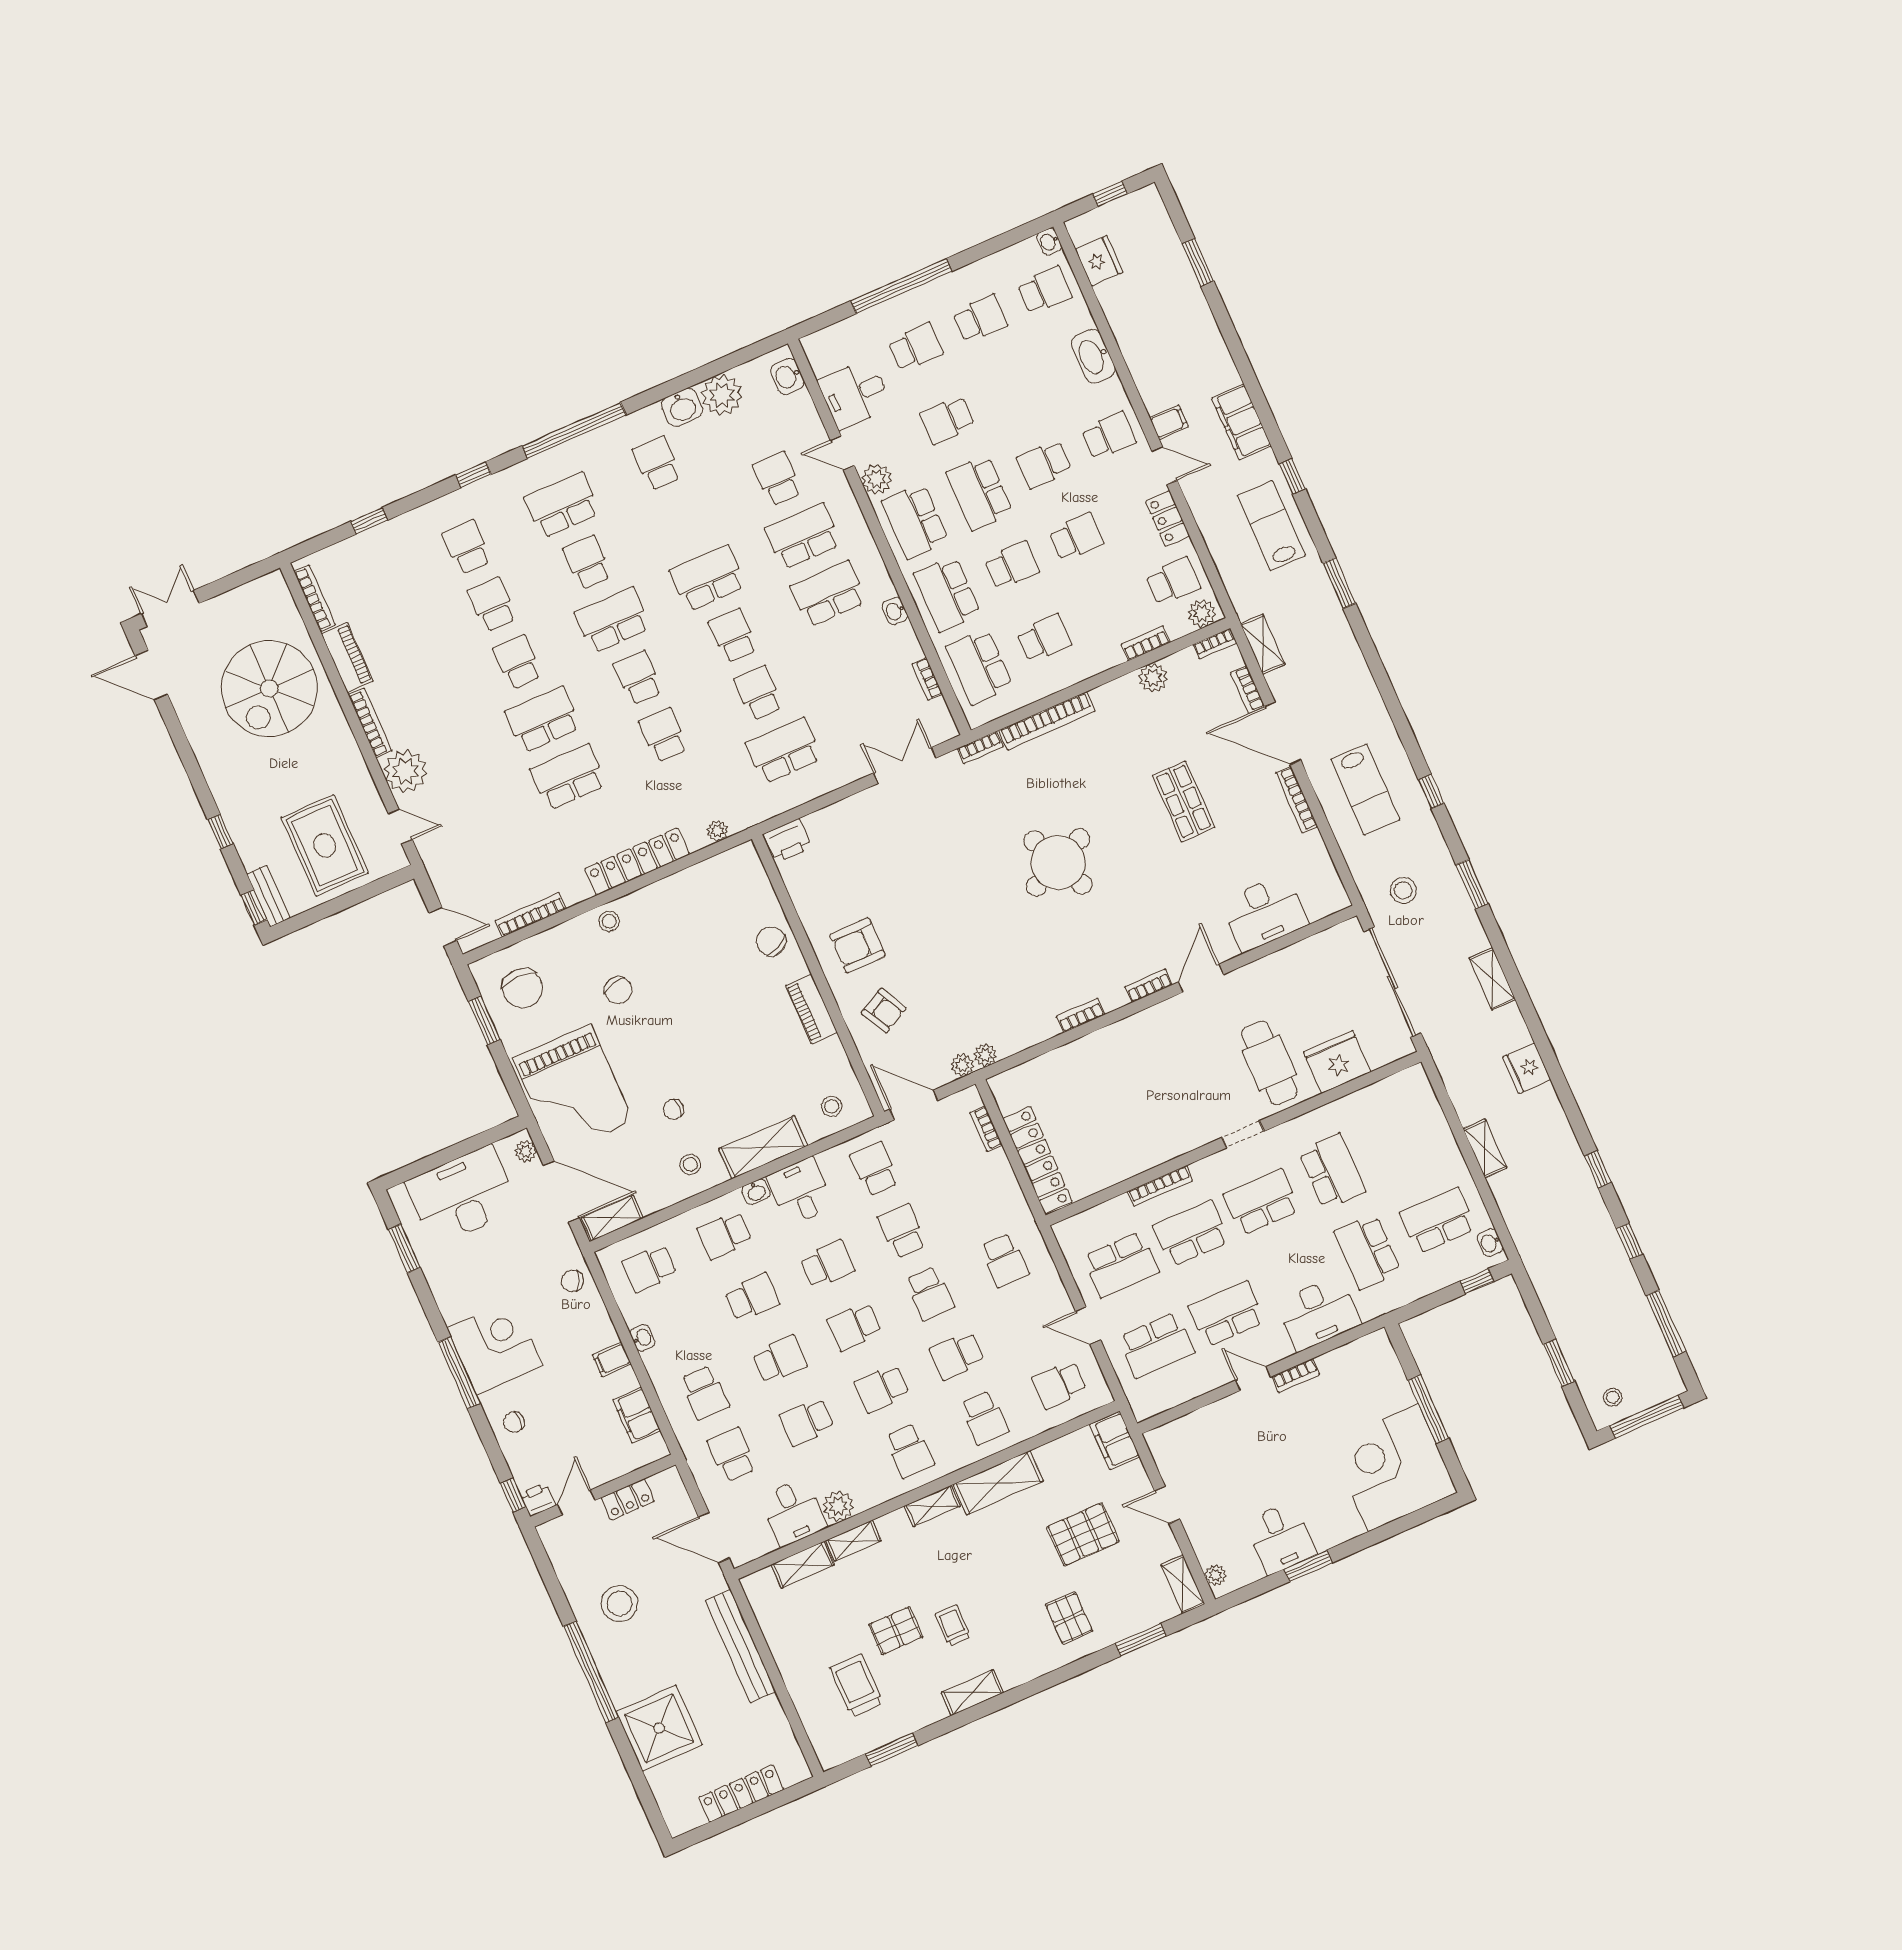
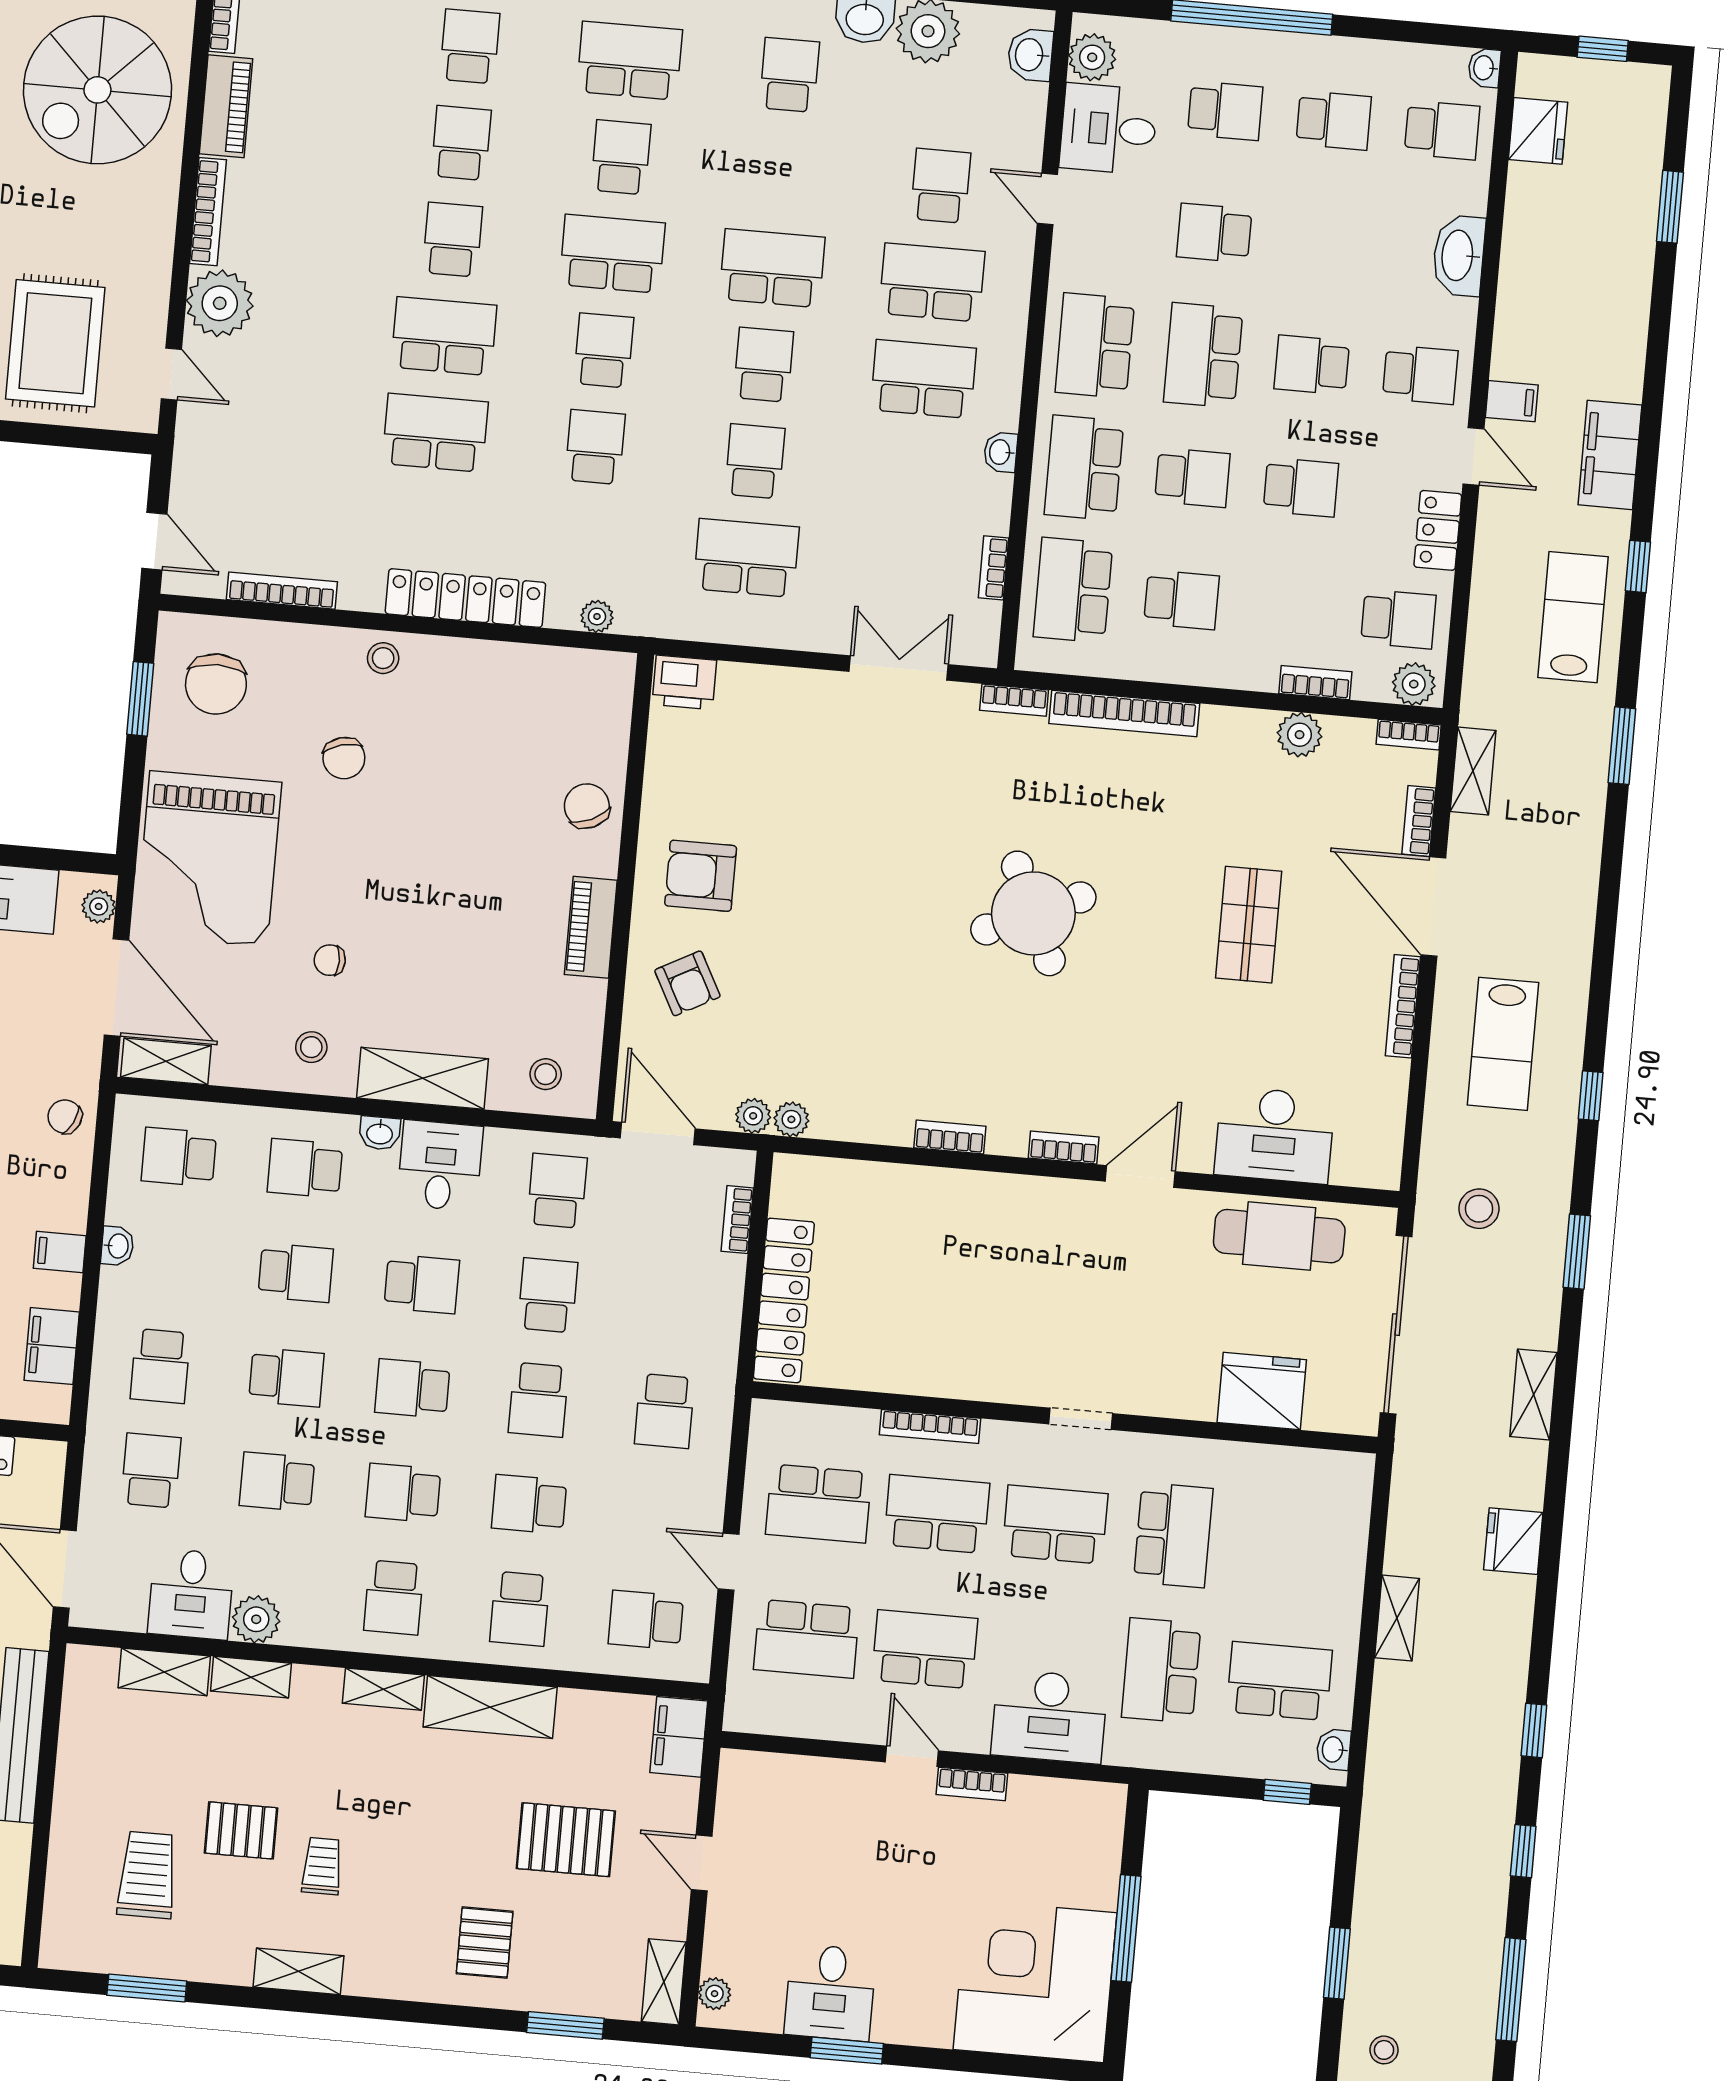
plant: (876, 479) -> (1092, 57), moved
cafe table: (1269, 1063) -> (1279, 1236), moved, turned 90

